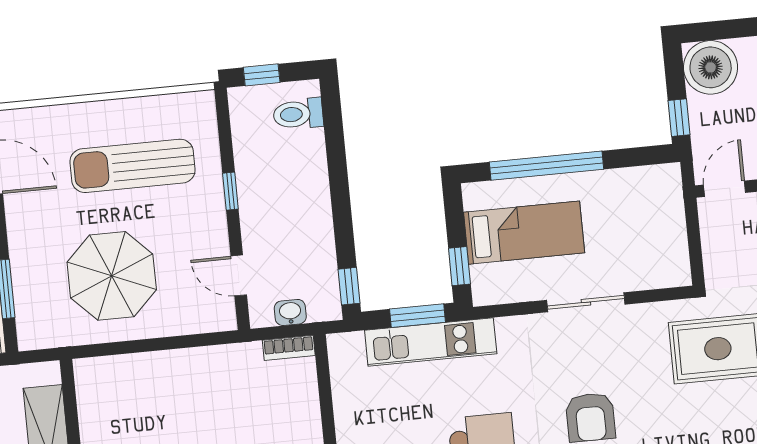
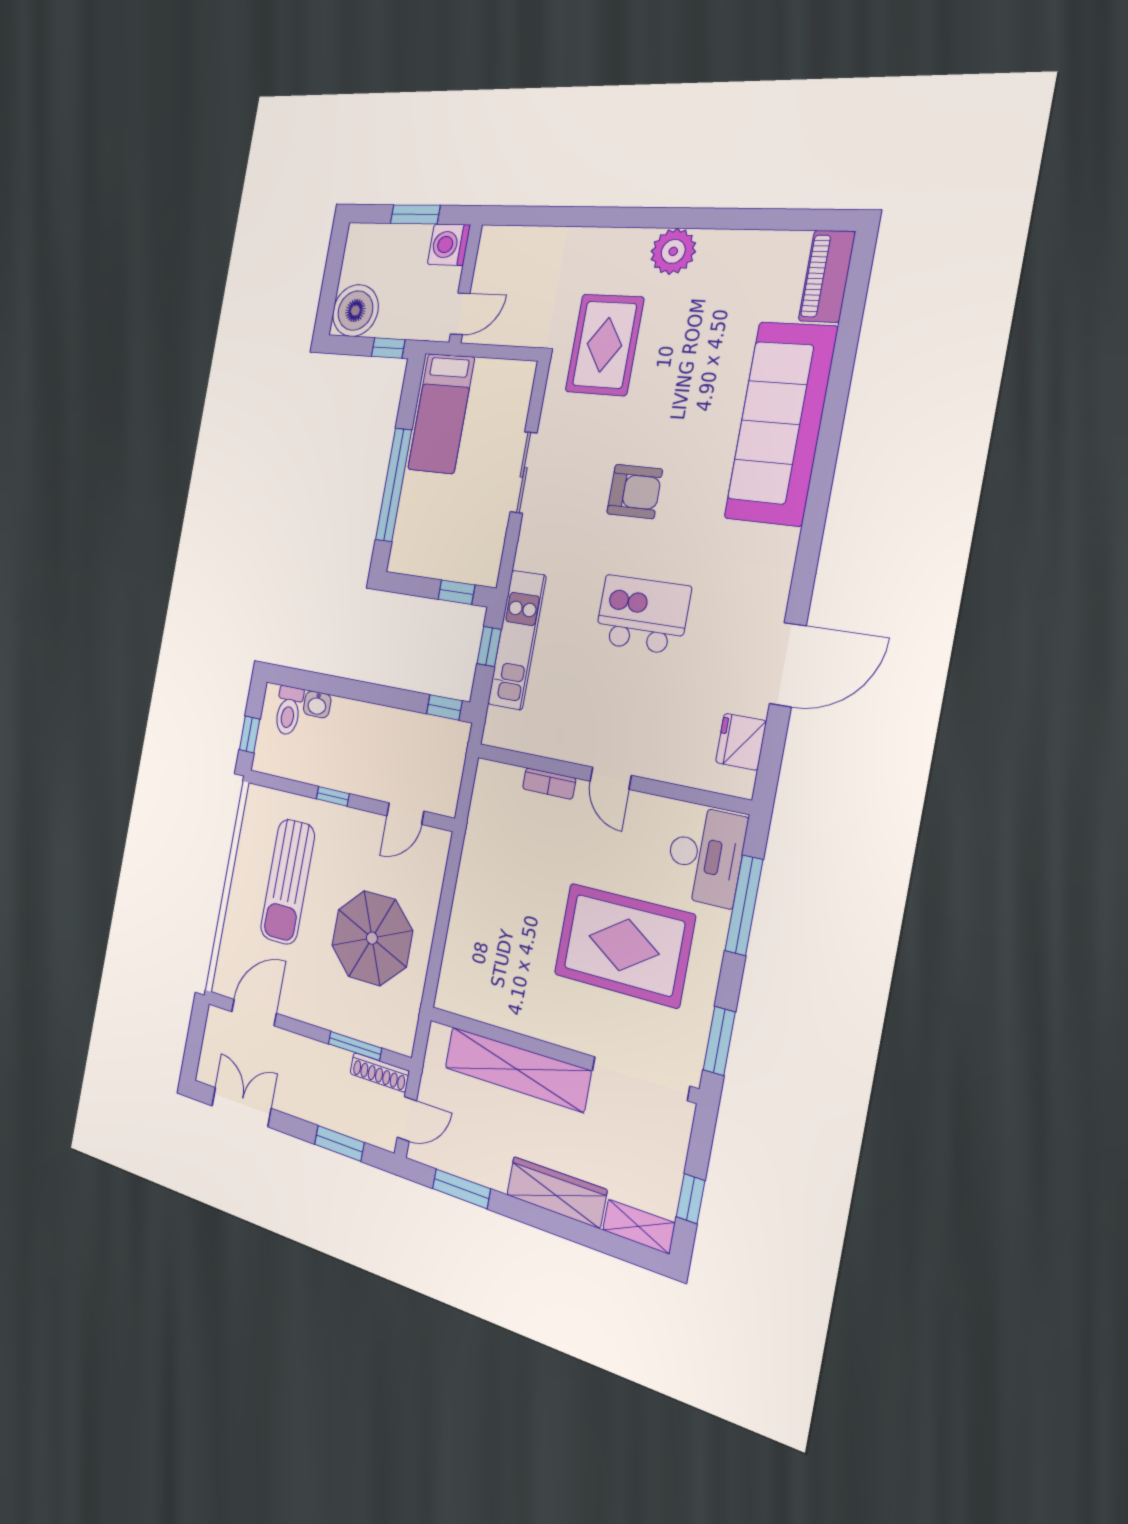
door: (725, 189) -> (460, 314), swing flipped
bed: (524, 233) -> (441, 413), moved, turned 180
washbasin: (290, 312) -> (317, 704), moved, turned -90
window: (418, 316) -> (489, 646), width x0.67
bookcase: (289, 348) -> (549, 783), moved, turned 90

